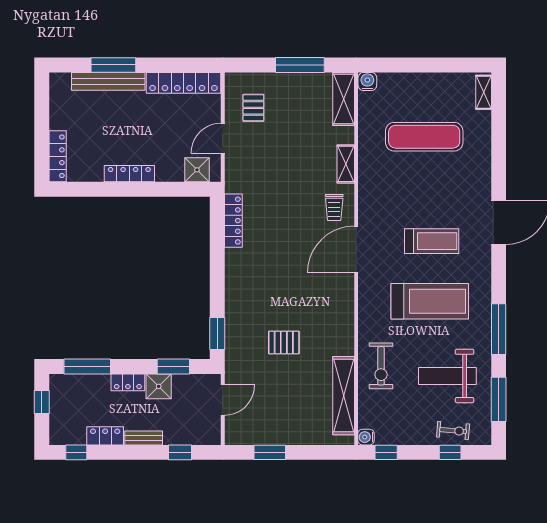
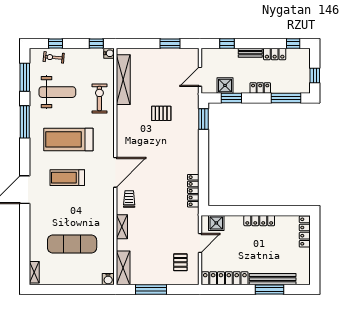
shower: (159, 386) -> (225, 85), moved

